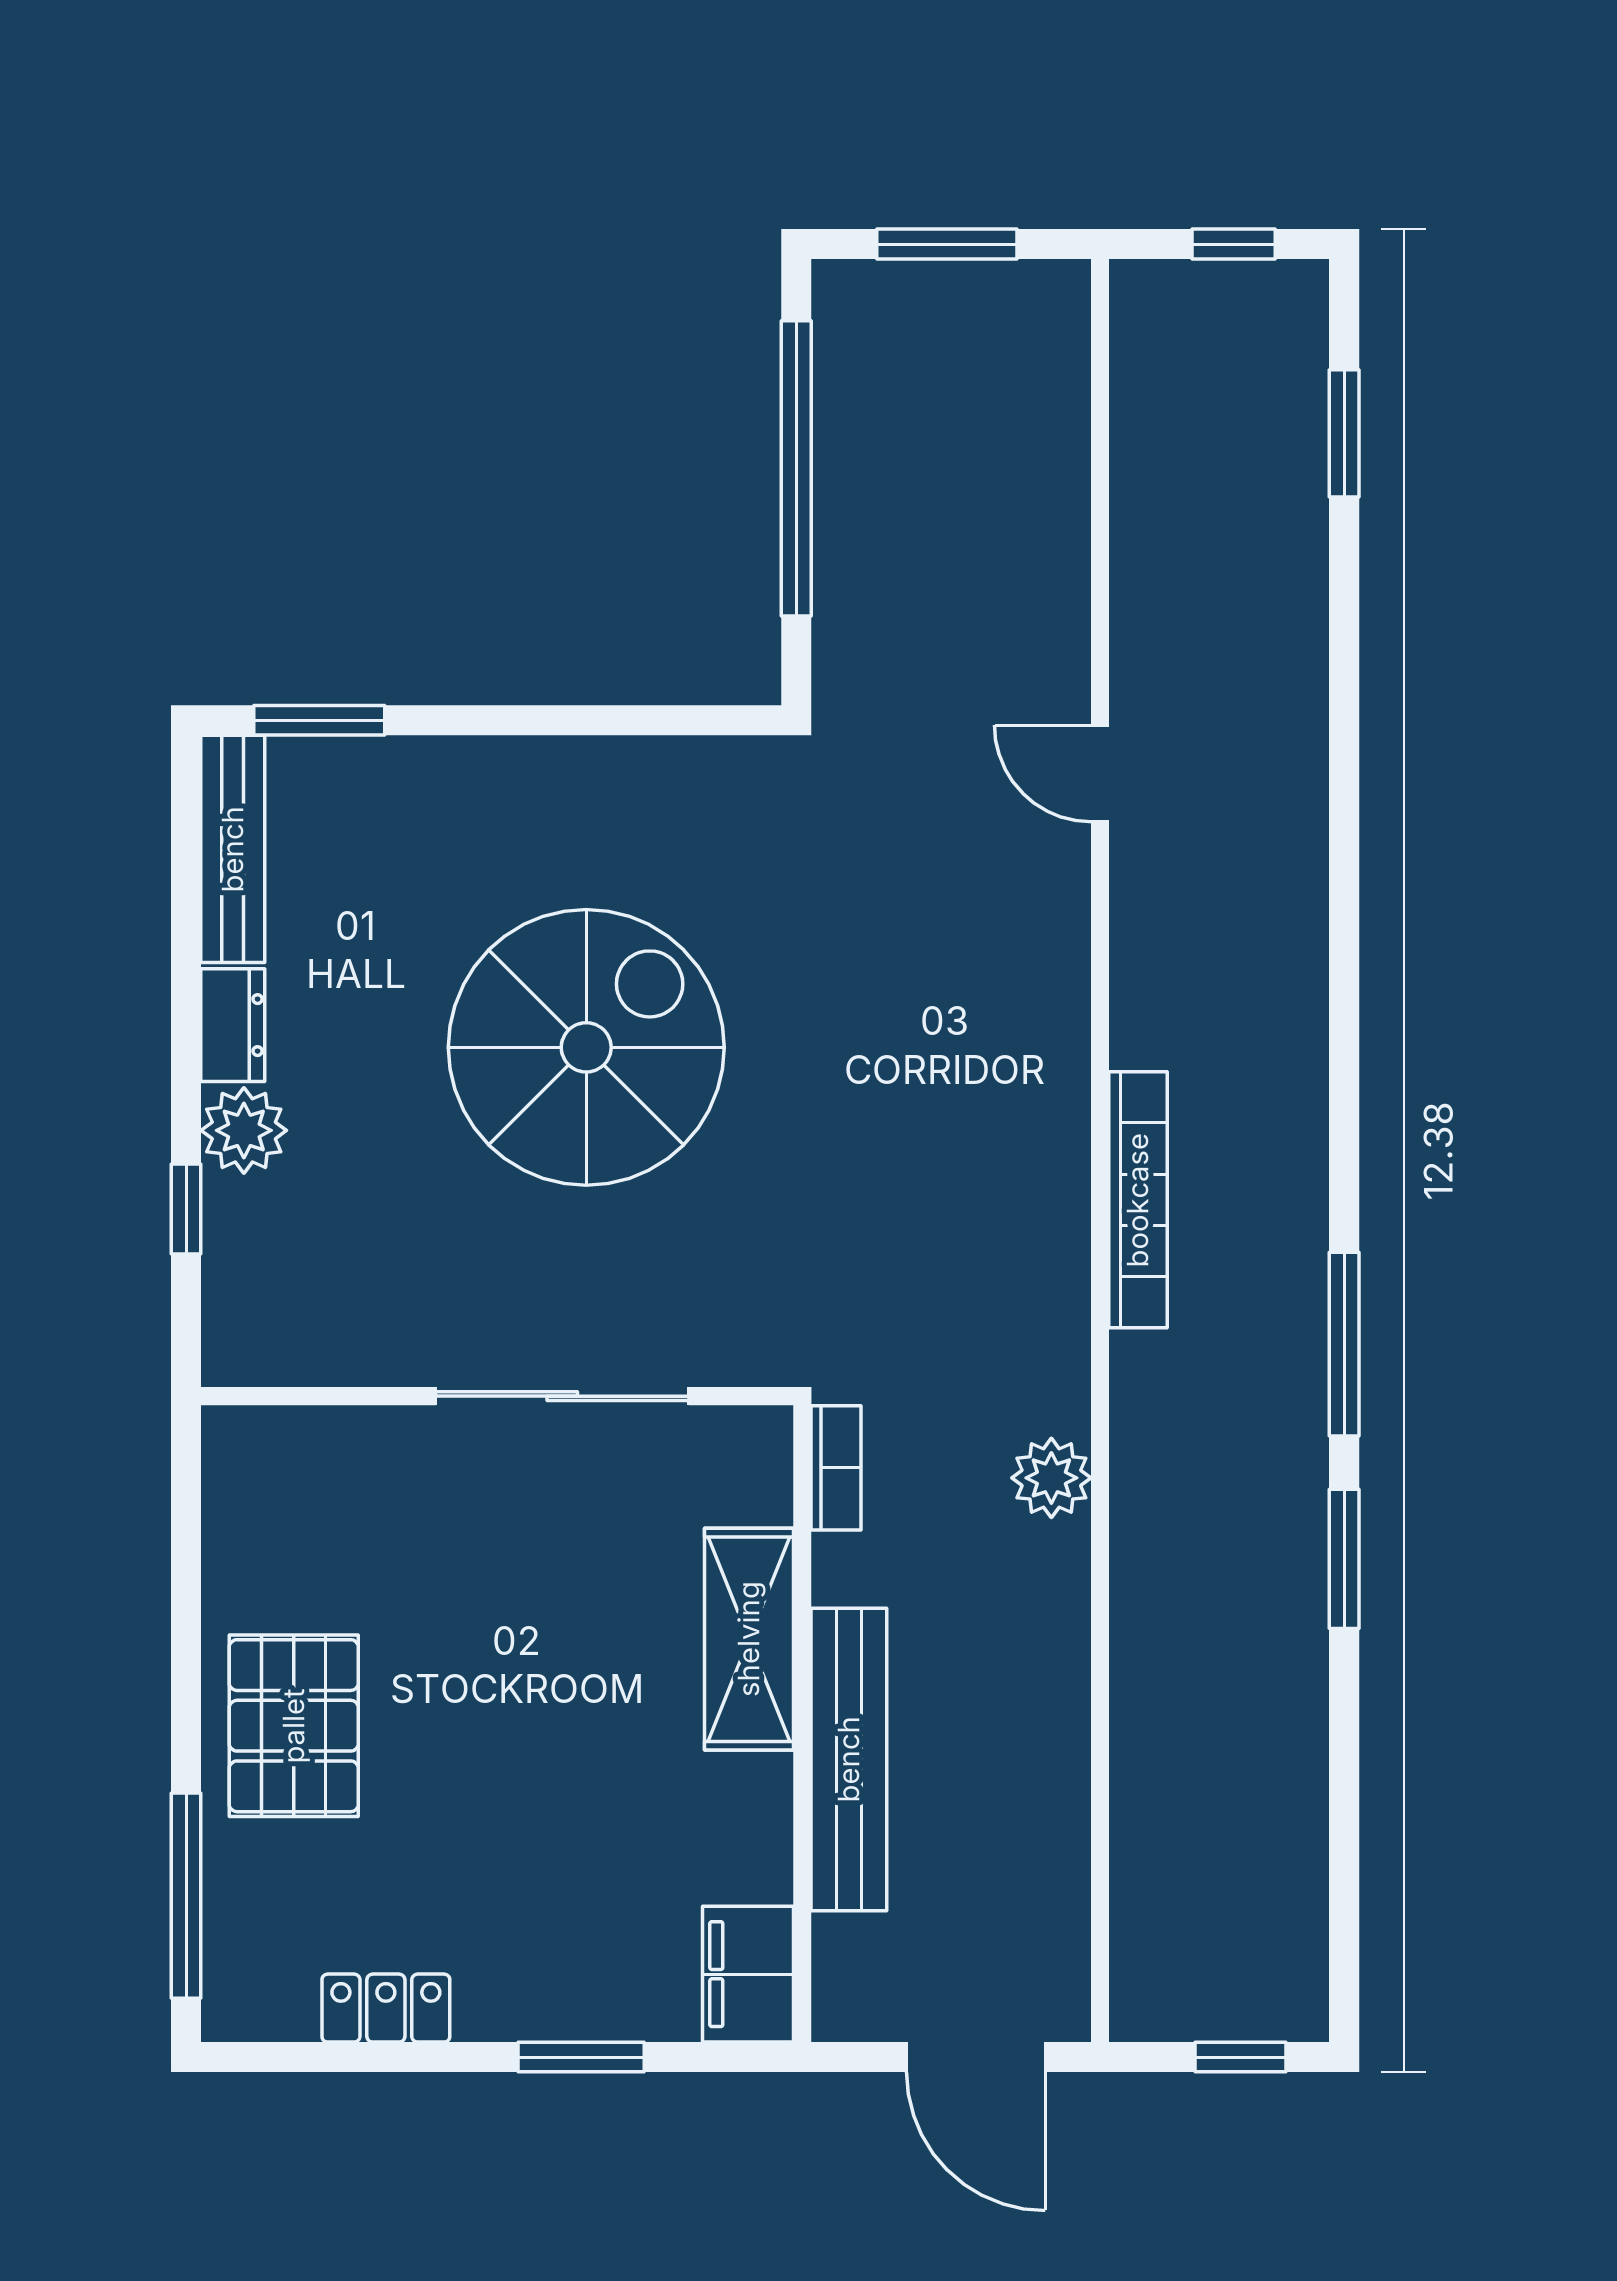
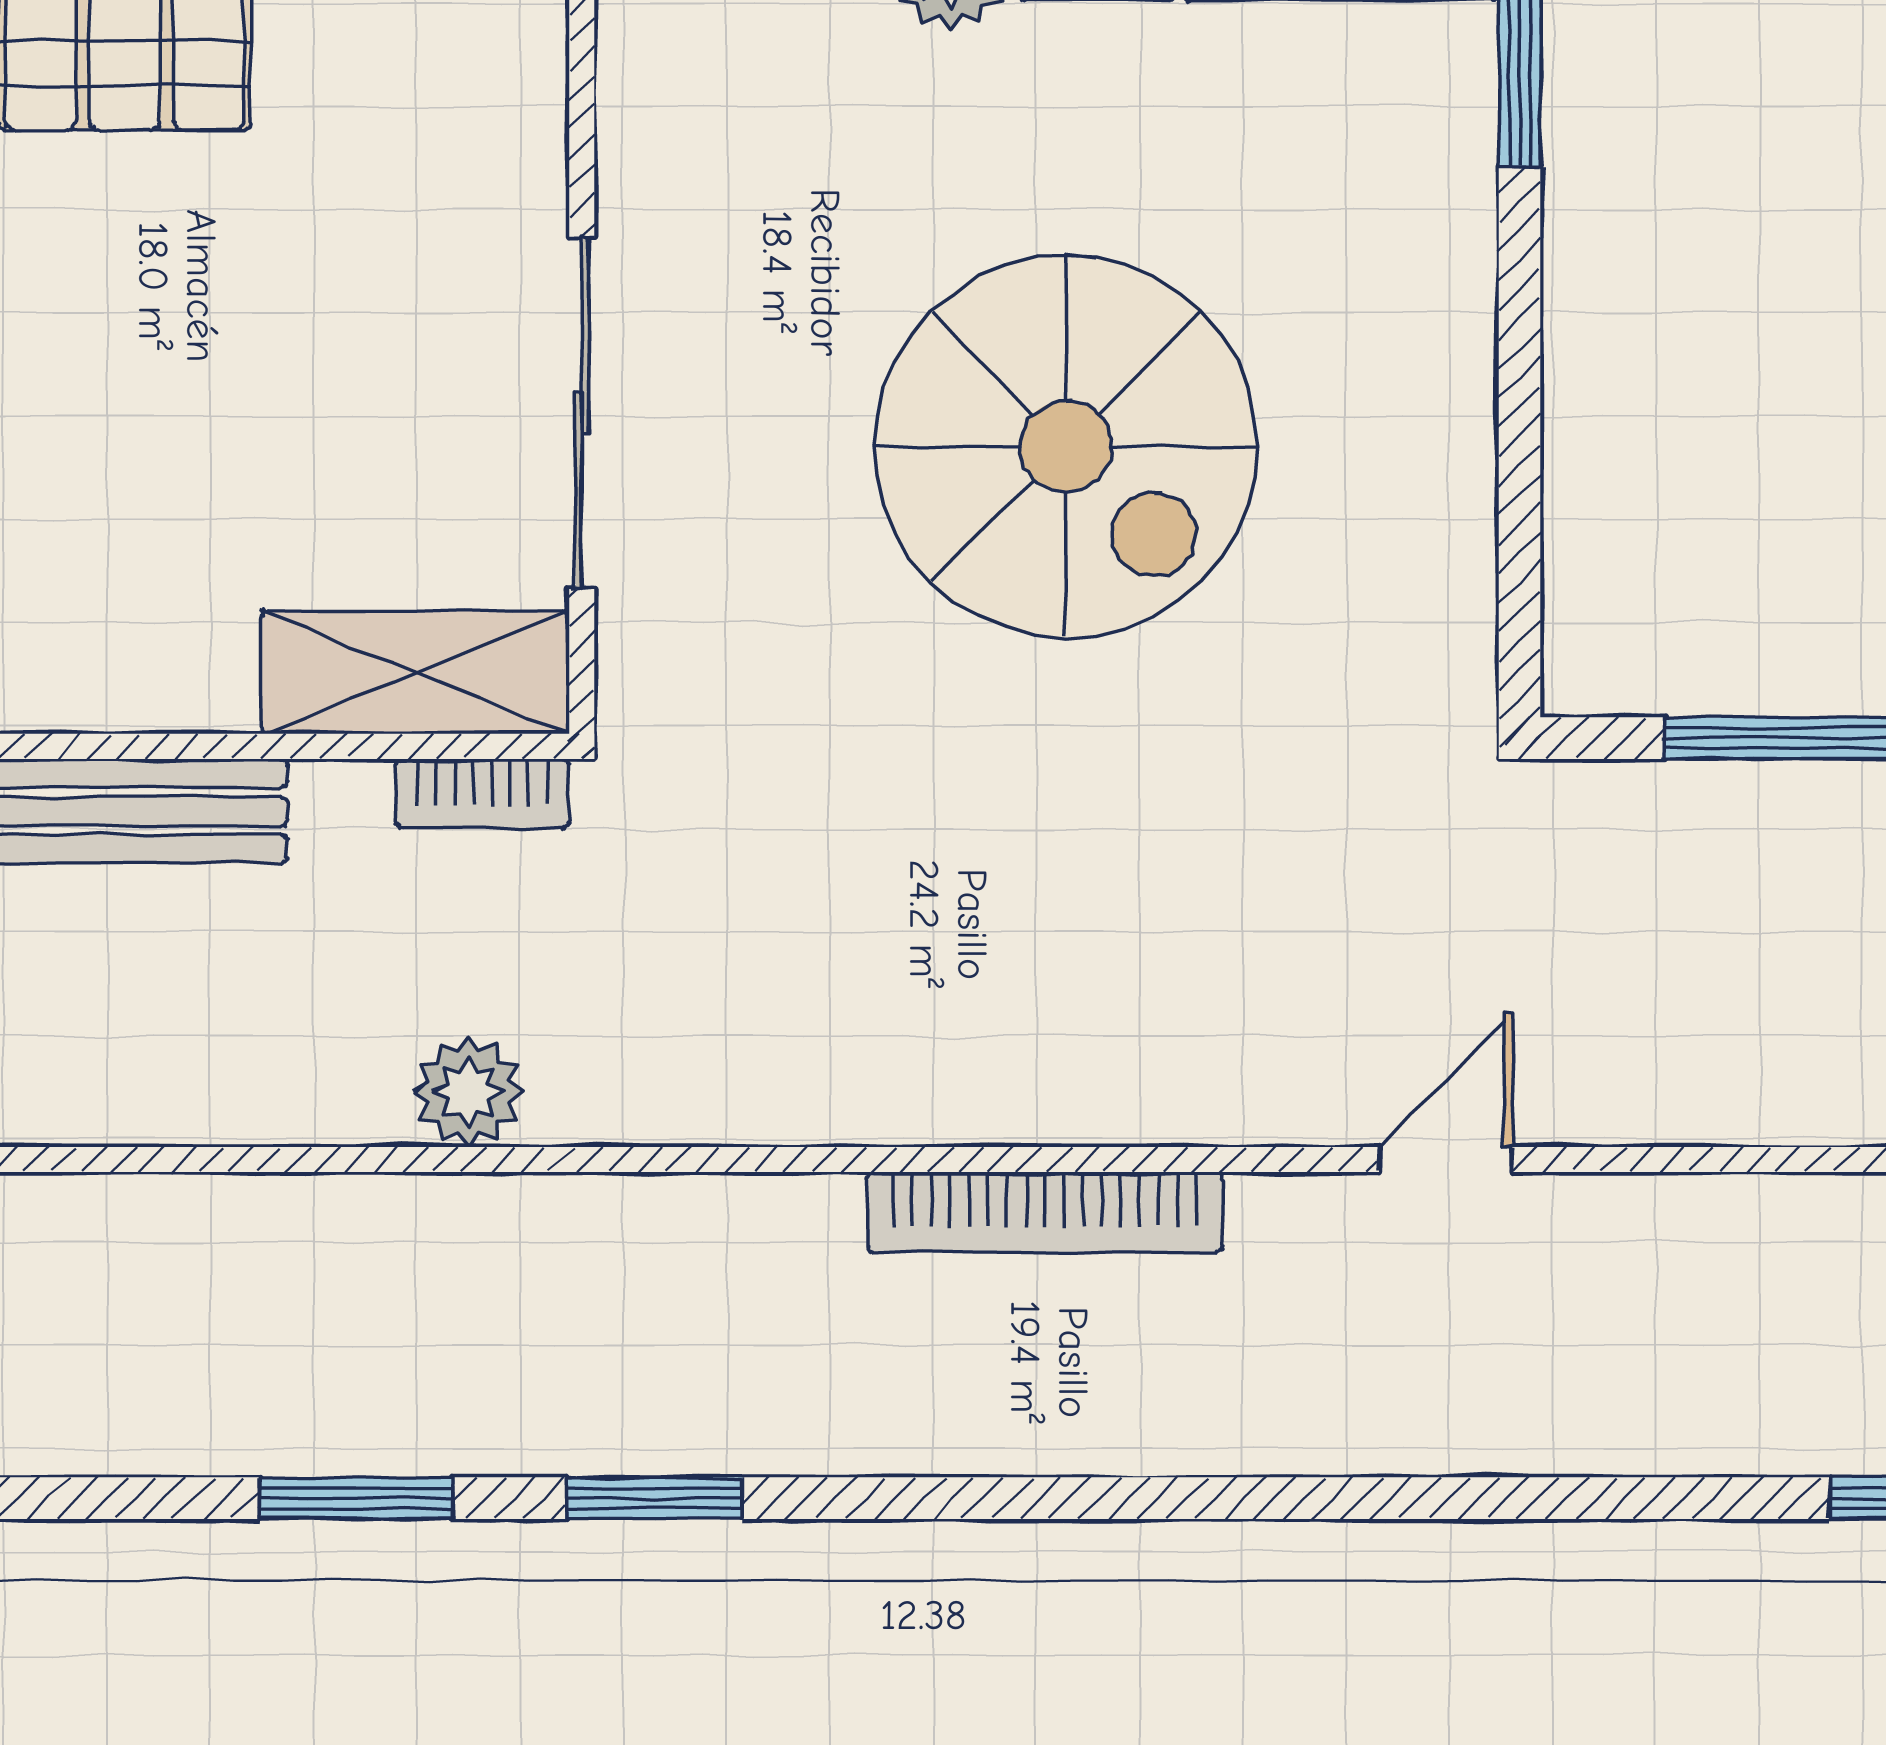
bookcase: (1138, 1200) -> (1045, 1212), moved
window: (1344, 1344) -> (654, 1498), width x0.69
shelving: (749, 1639) -> (415, 672), moved

